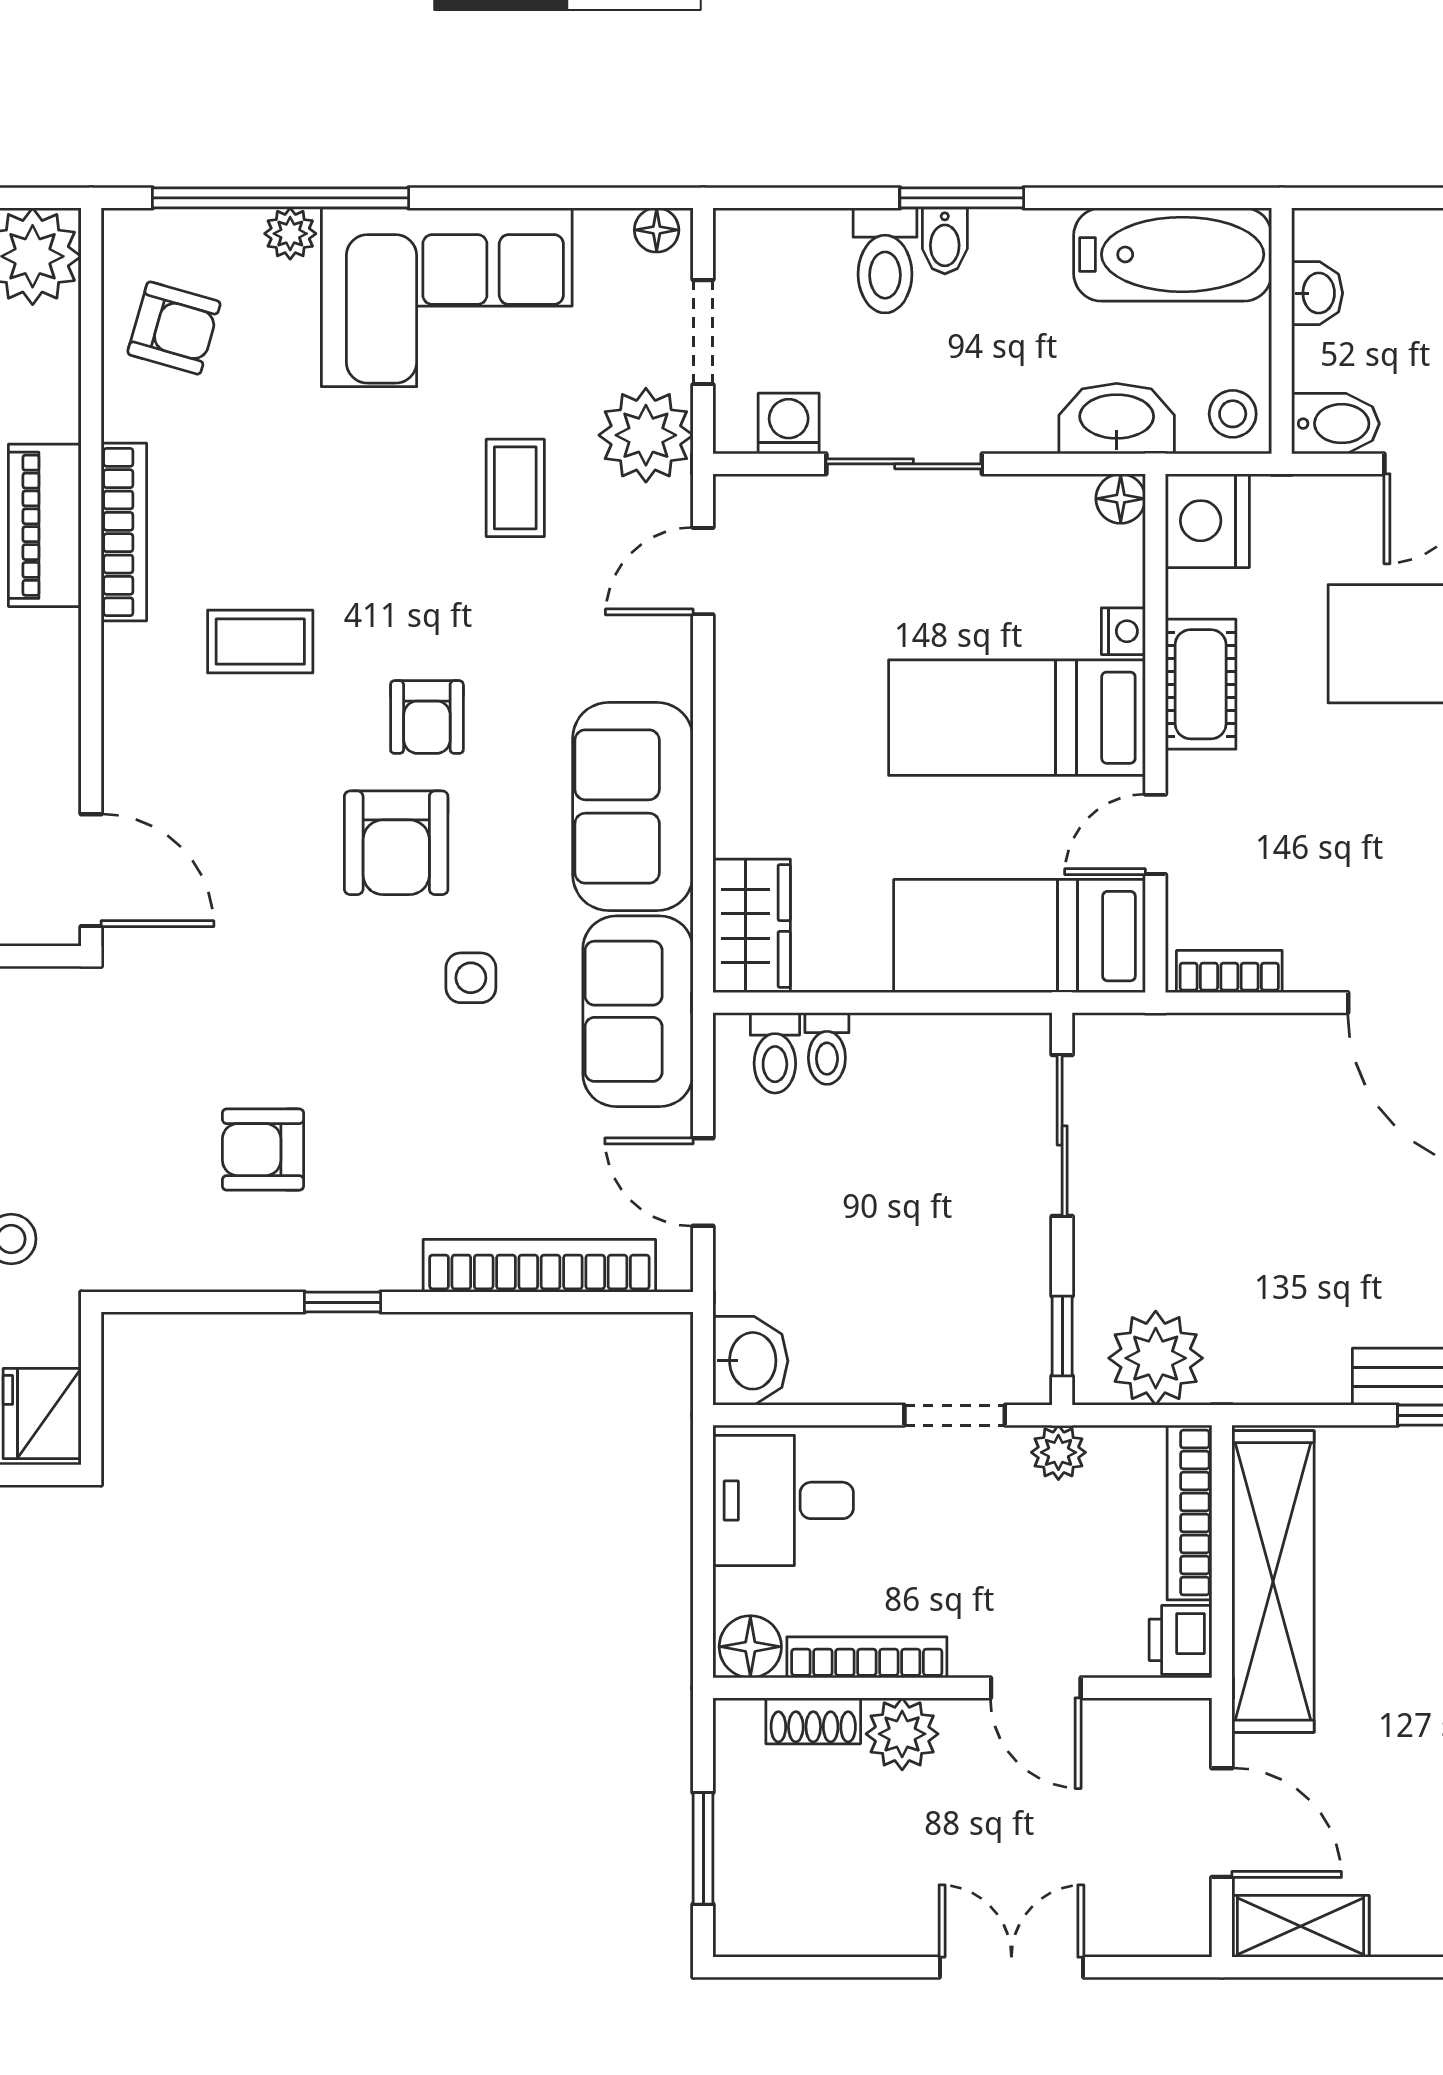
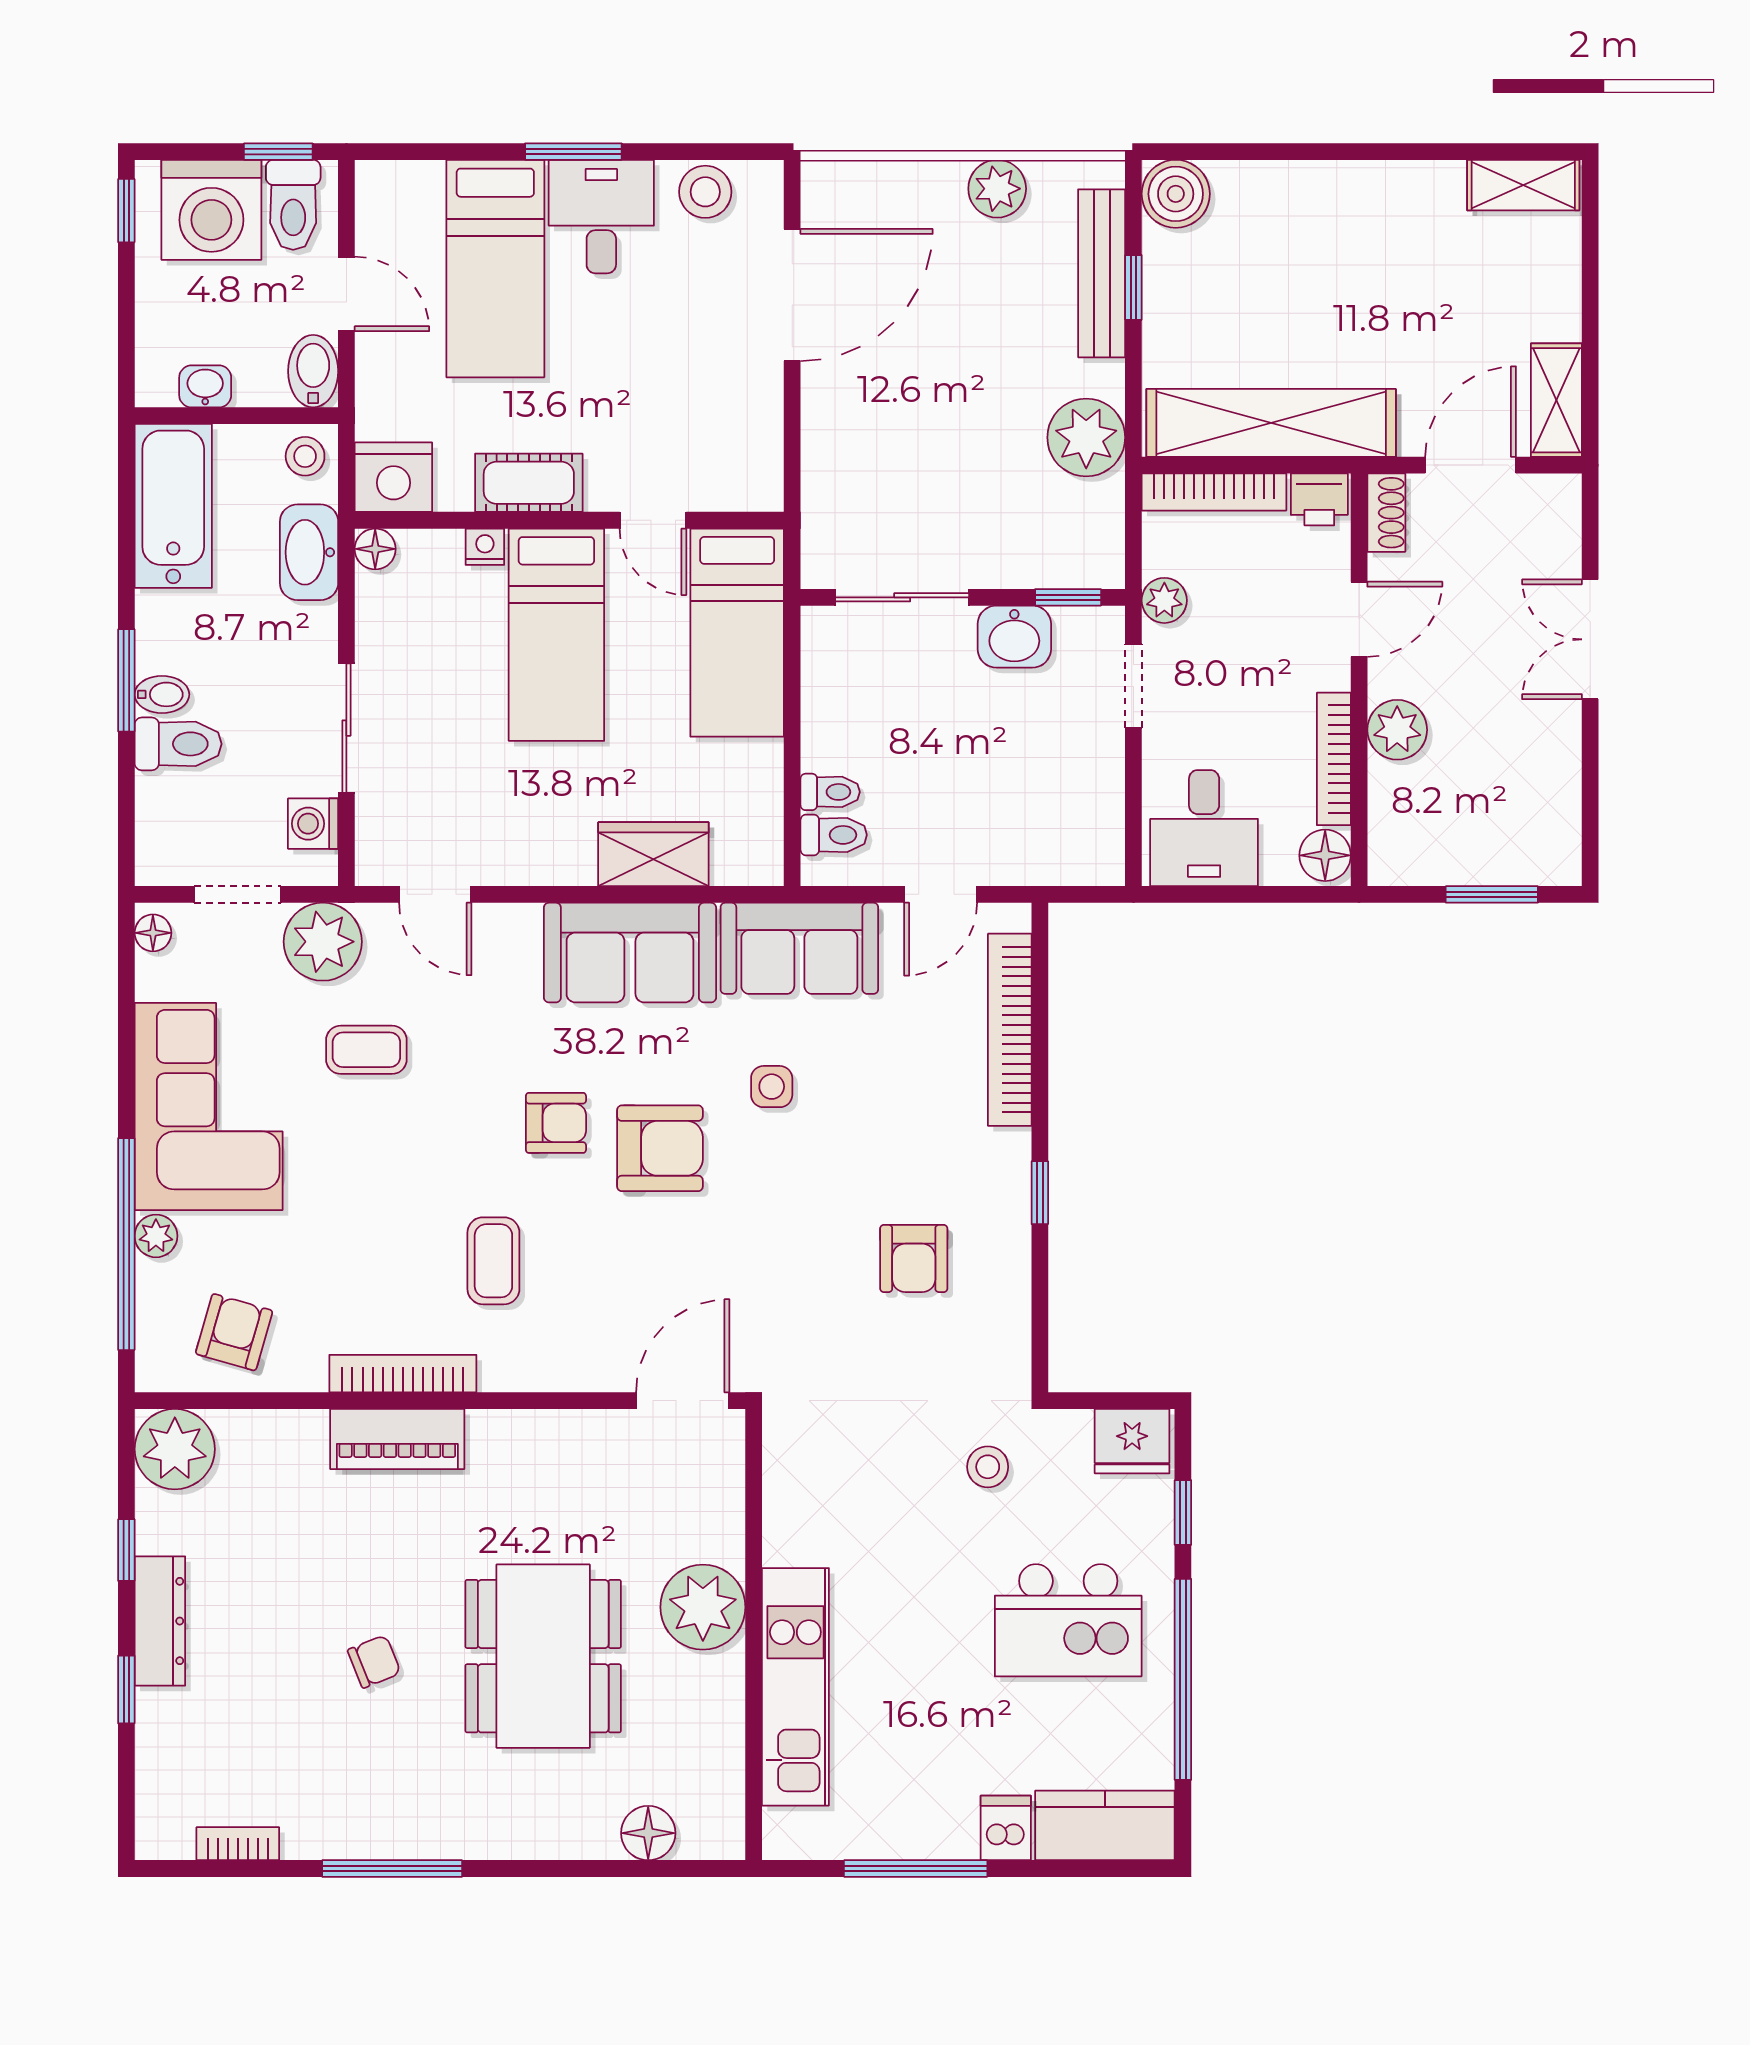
wardrobe: (752, 926) -> (653, 854), moved
bookcase: (1229, 972) -> (766, 459), removed
plant: (1156, 1358) -> (1086, 437), moved
washbasin: (750, 1361) -> (1014, 637), moved, turned 180
shoe rack: (813, 1721) -> (1386, 513), moved

